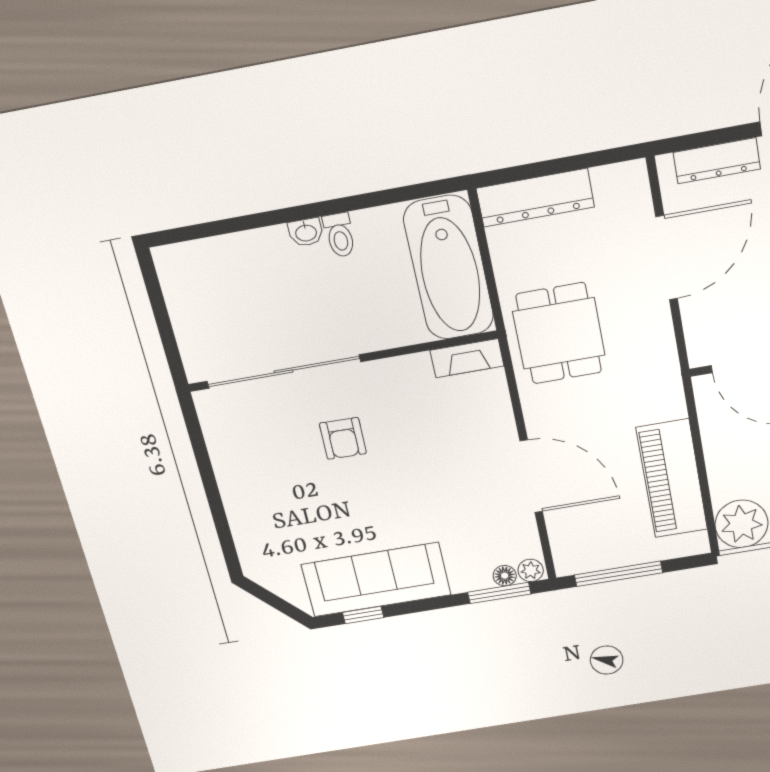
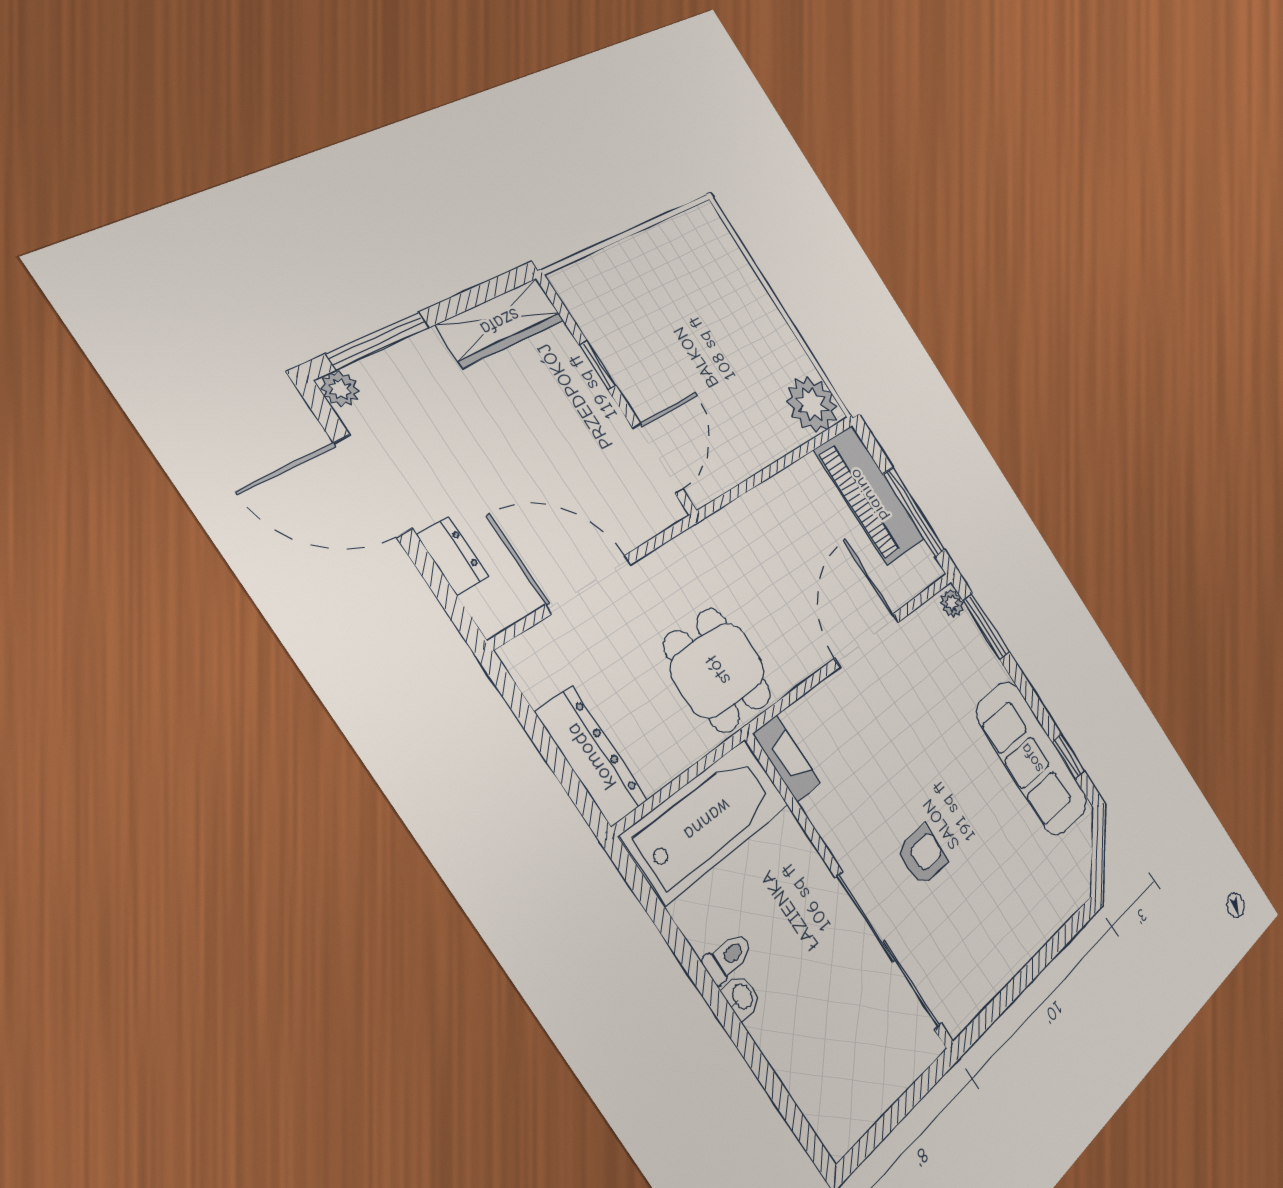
dresser: (717, 161) -> (453, 556), width x0.70
dining table: (559, 333) -> (718, 670), turned 90
piano: (672, 479) -> (869, 495), moved, turned 90
floor lamp: (505, 576) -> (969, 628), removed

